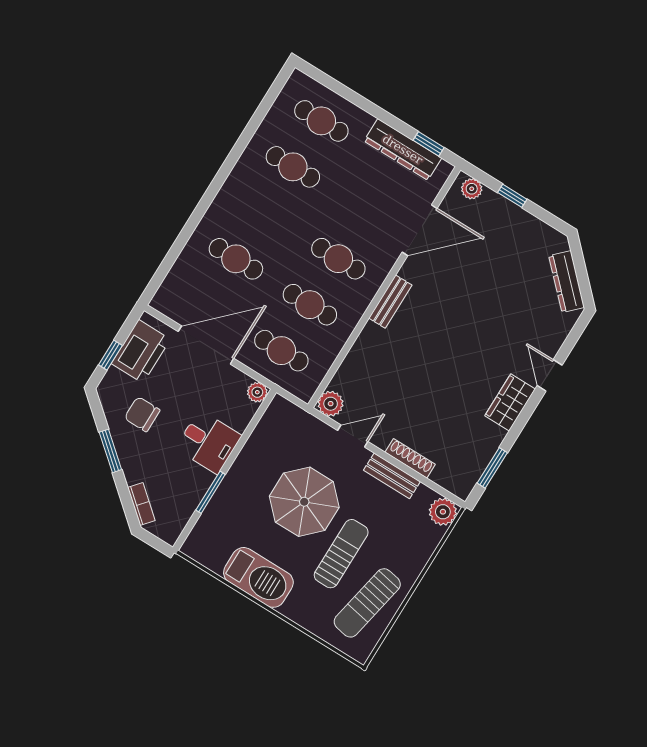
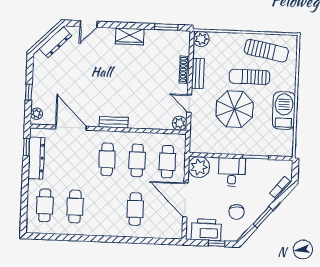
door: (550, 375) -> (89, 24), moved
plant: (257, 392) -> (199, 167), width x1.87, depth x1.87

